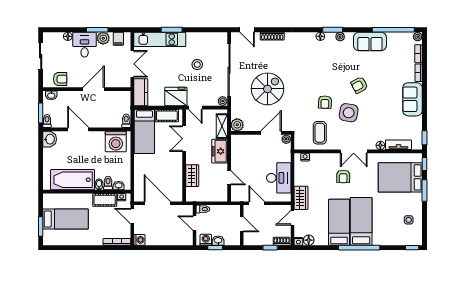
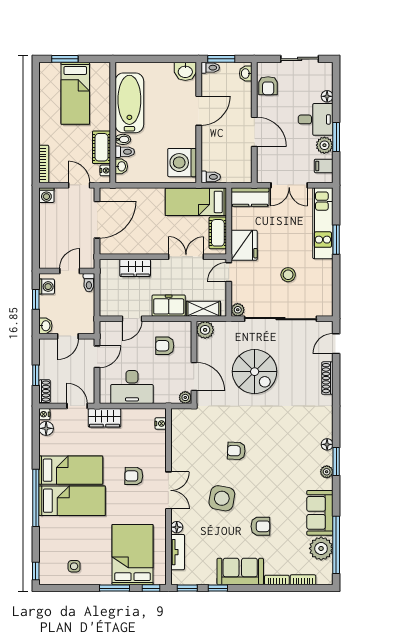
plant: (418, 37) -> (321, 548), moved, width x1.87, depth x1.87
armchair: (359, 85) -> (260, 526), moved, turned 118
side table: (349, 113) -> (222, 498), moved
window: (424, 115) -> (218, 588), added
coffee table: (320, 133) -> (194, 444), removed
double door: (354, 151) -> (168, 490), swing flipped
armchair: (249, 154) -> (165, 346), added
door: (132, 216) -> (79, 185), hinge flipped
washbasin: (218, 241) -> (45, 326), moved

